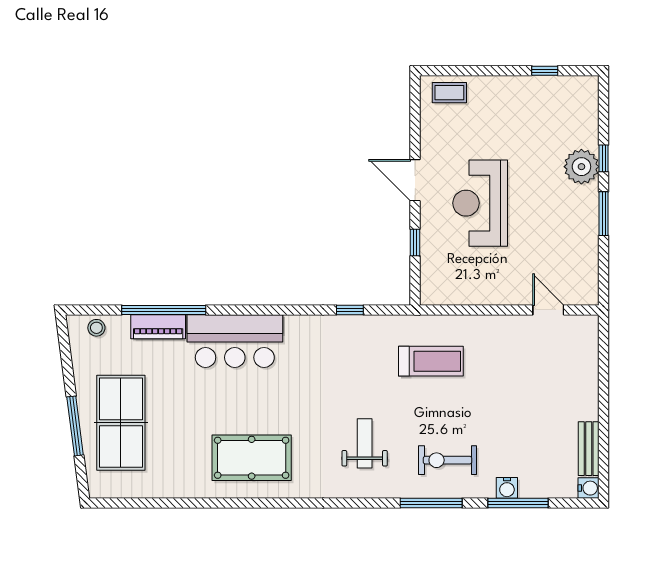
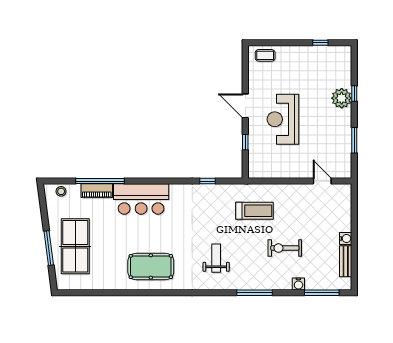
window: (604, 214) -> (354, 140), moved
exercise bike: (447, 460) -> (285, 248), moved
water cooler: (589, 488) -> (346, 238), moved
window: (518, 503) -> (322, 293), moved

